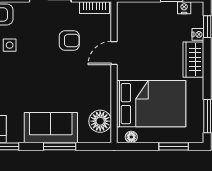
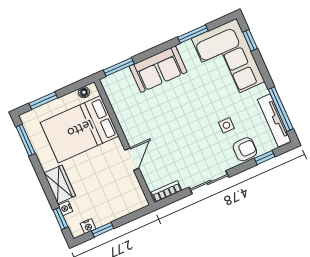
armchair: (69, 41) -> (176, 153), removed
floor lamp: (100, 121) -> (117, 94), removed
window: (60, 146) -> (119, 67), moved

